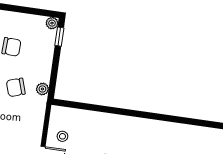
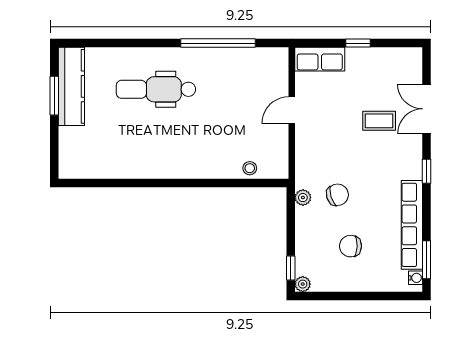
stool: (62, 136) -> (250, 168), moved

